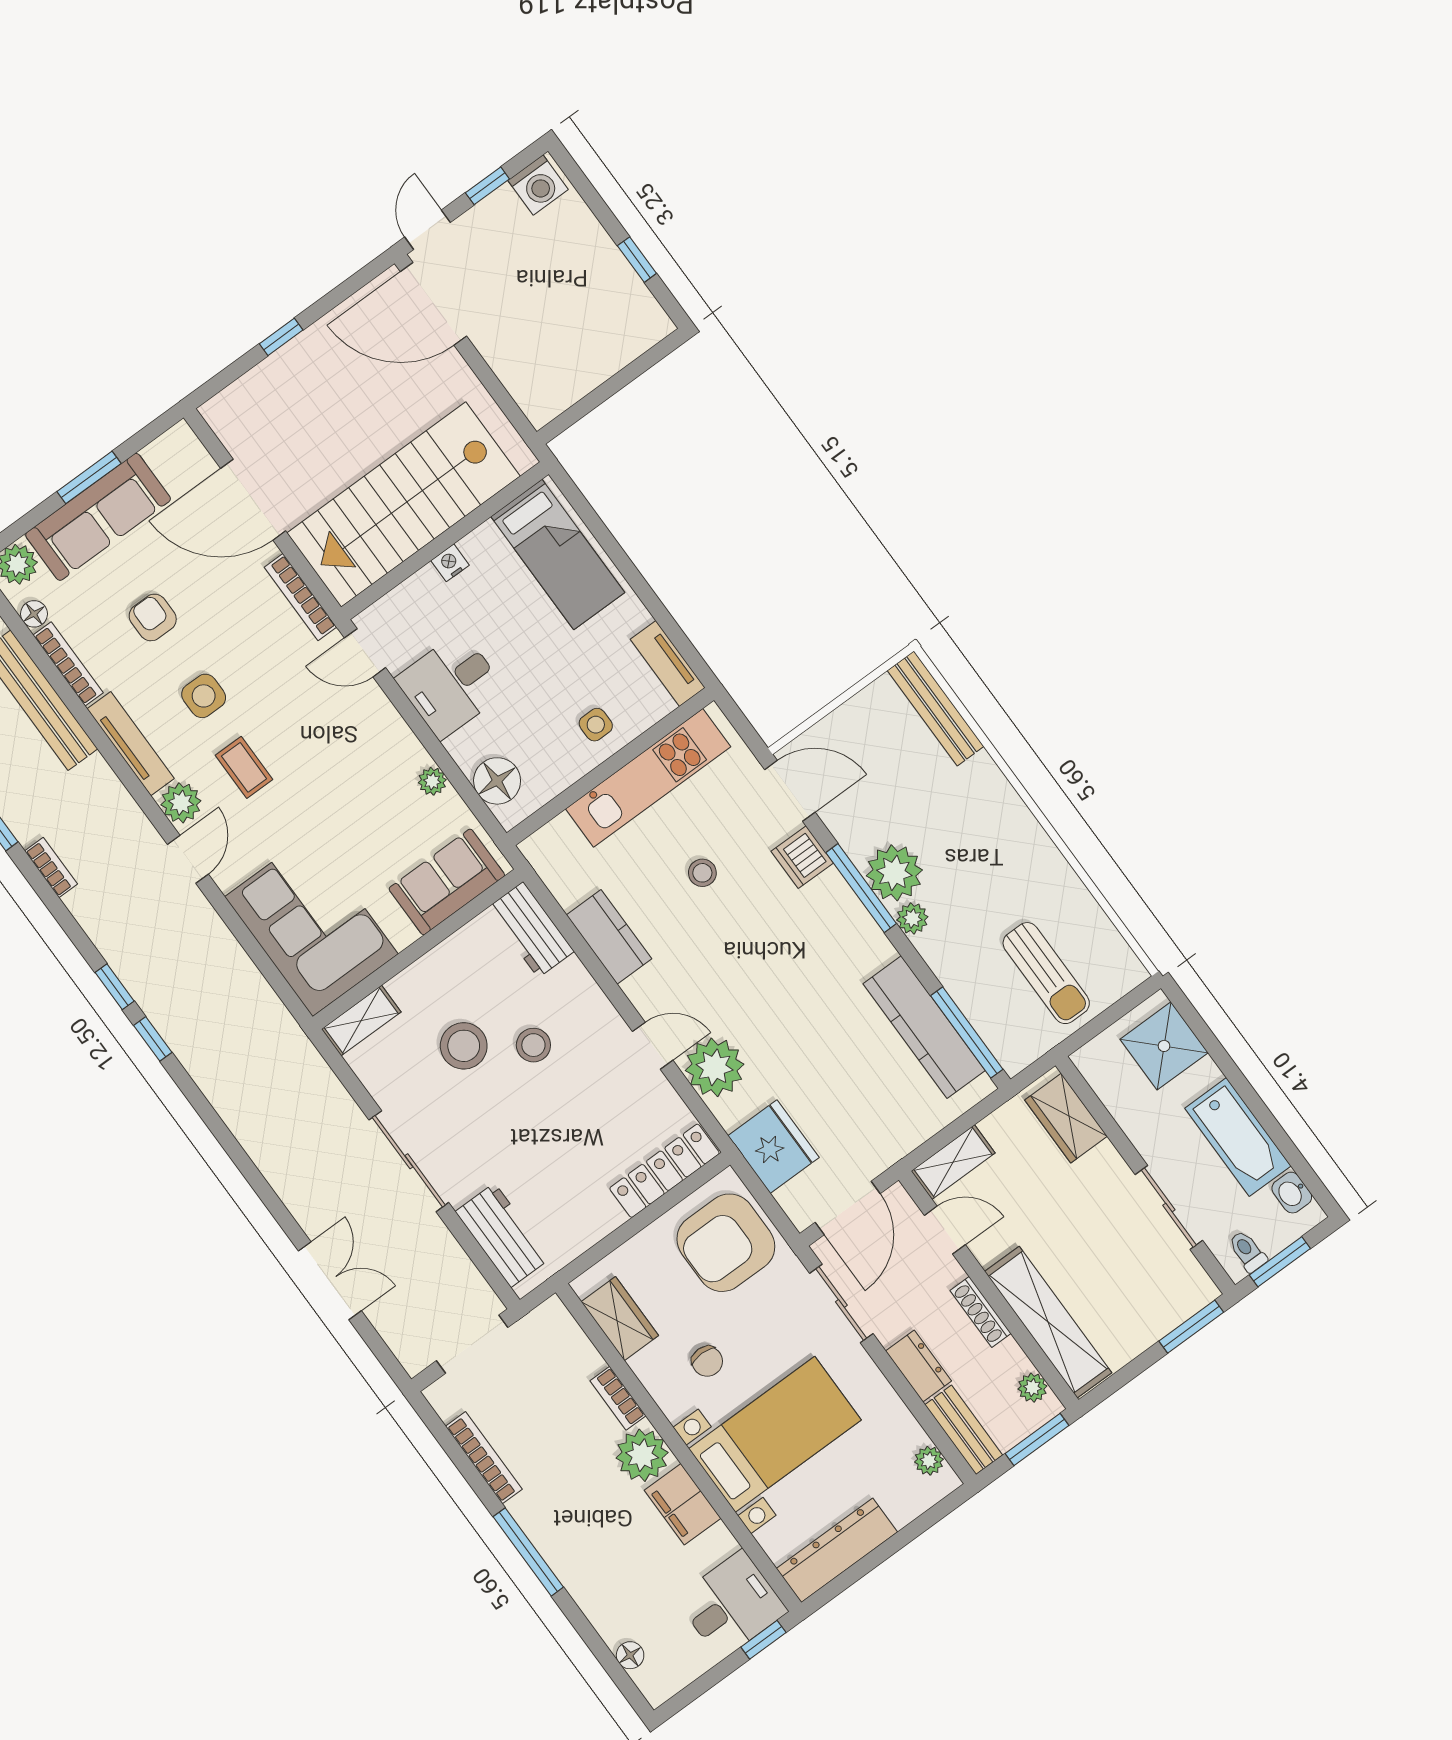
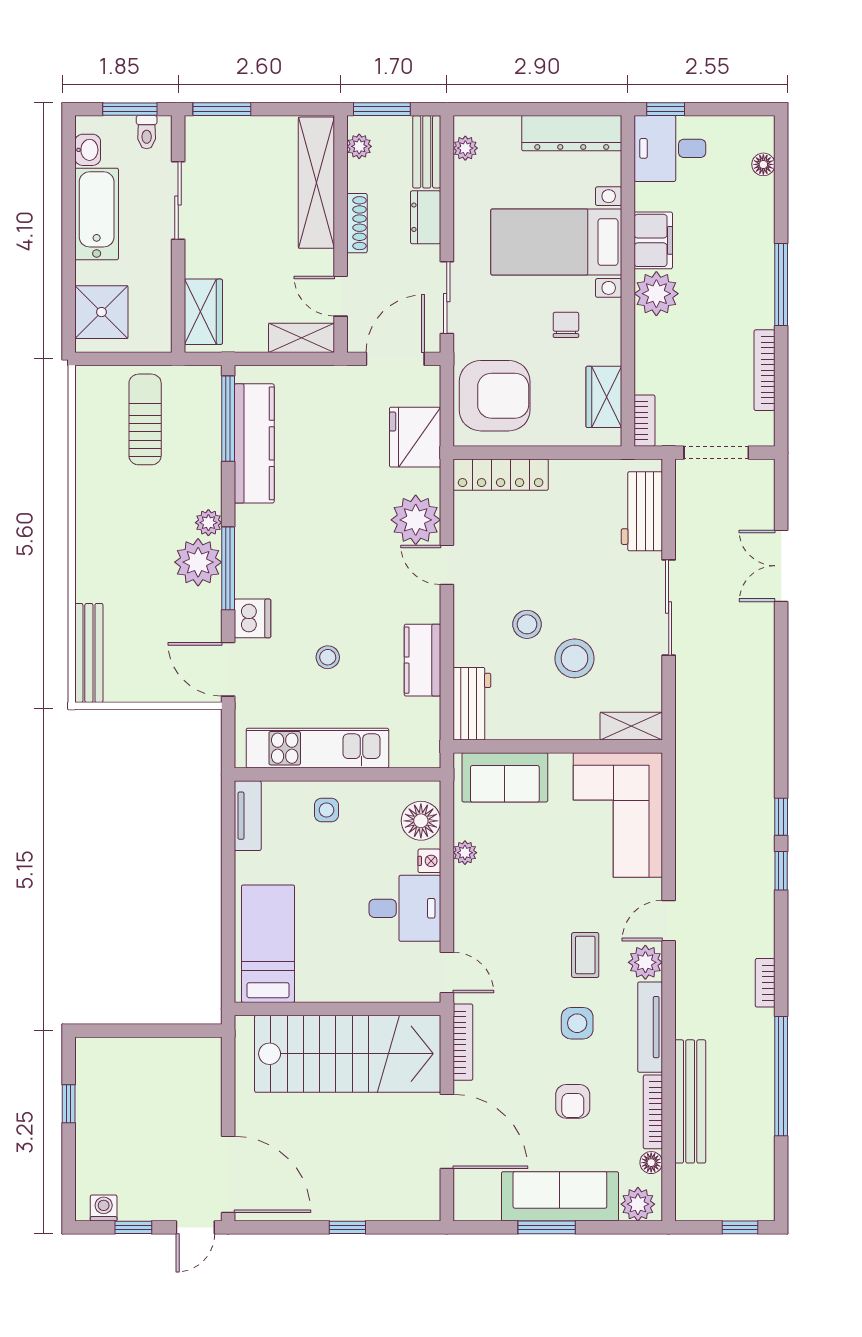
washing machine: (538, 185) -> (104, 1208), width x0.73, depth x0.73
nightstand: (450, 563) -> (429, 861), moved, turned -90
bookcase: (618, 1398) -> (645, 421), moved

